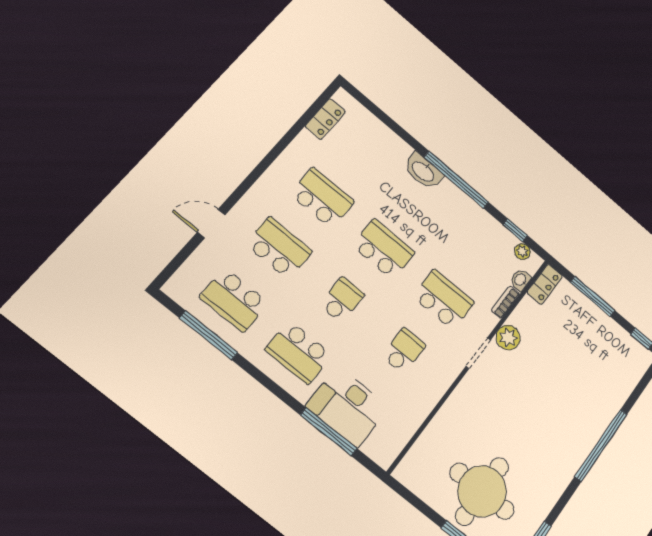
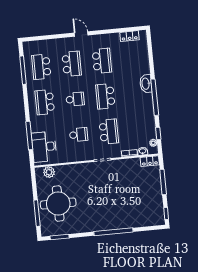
door: (211, 223) -> (81, 34), moved
school desk: (383, 249) -> (105, 96), turned 180
plant: (508, 338) -> (49, 172), moved
desk: (348, 407) -> (44, 147), moved

